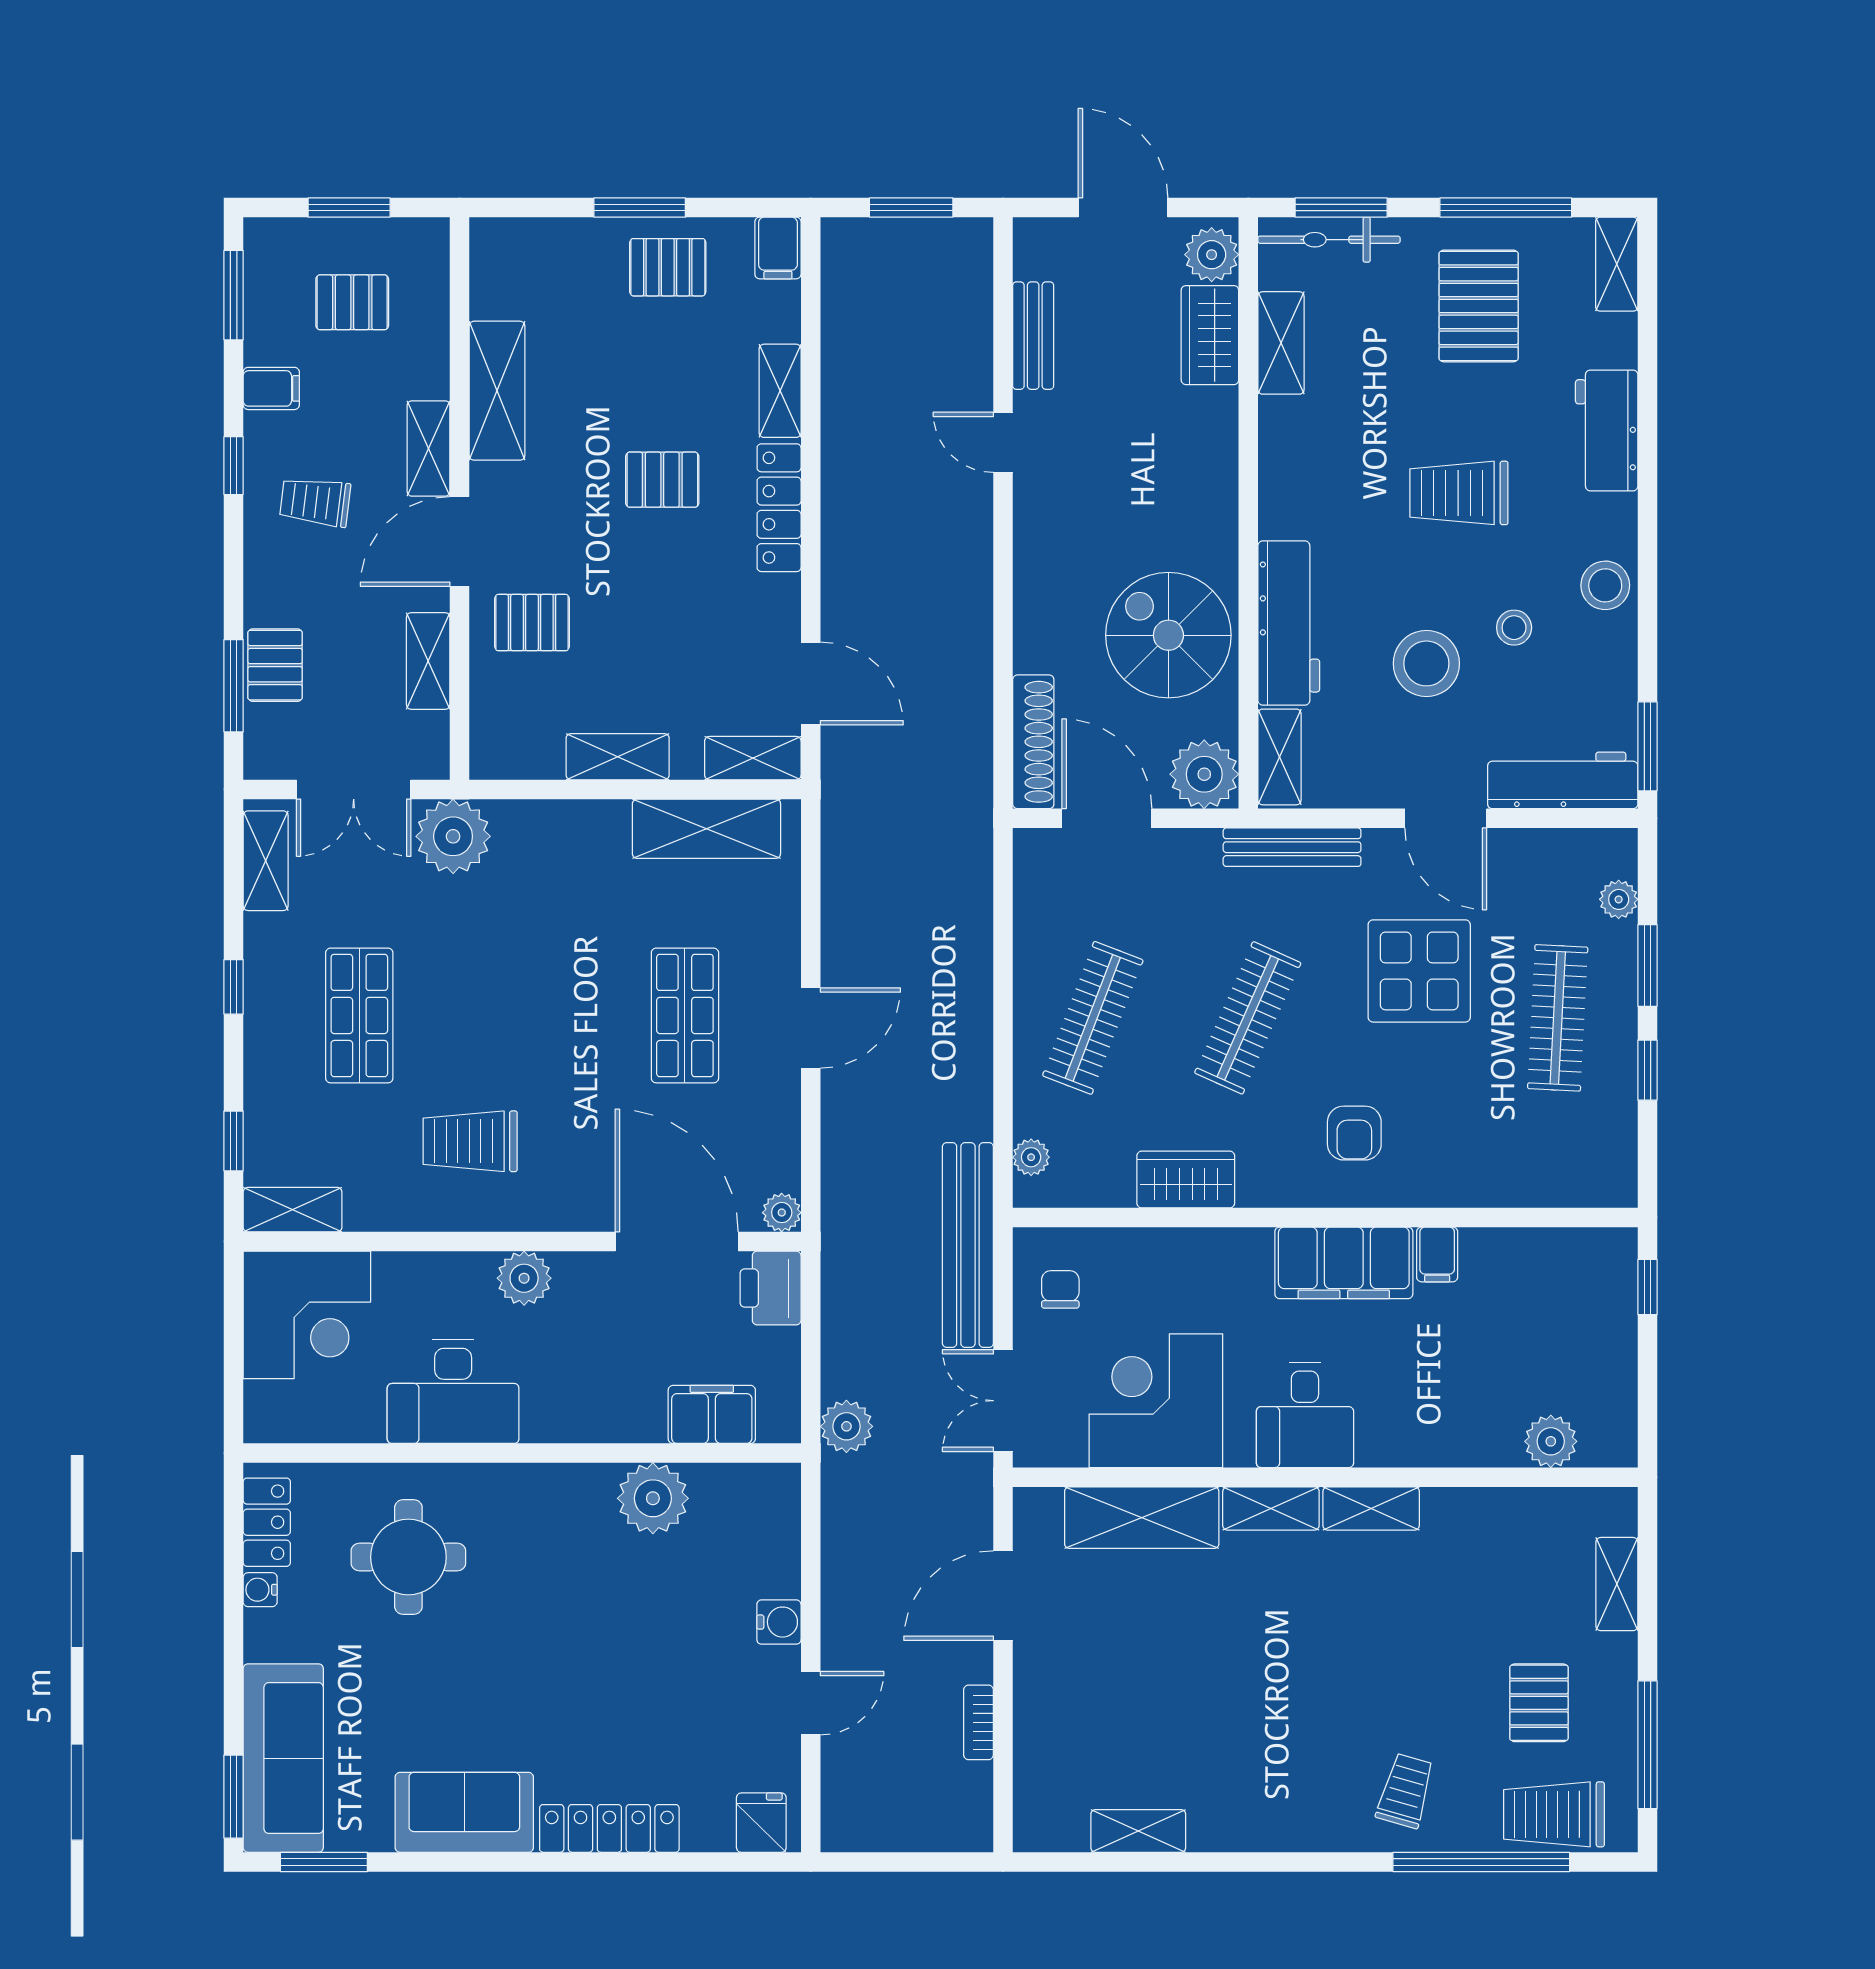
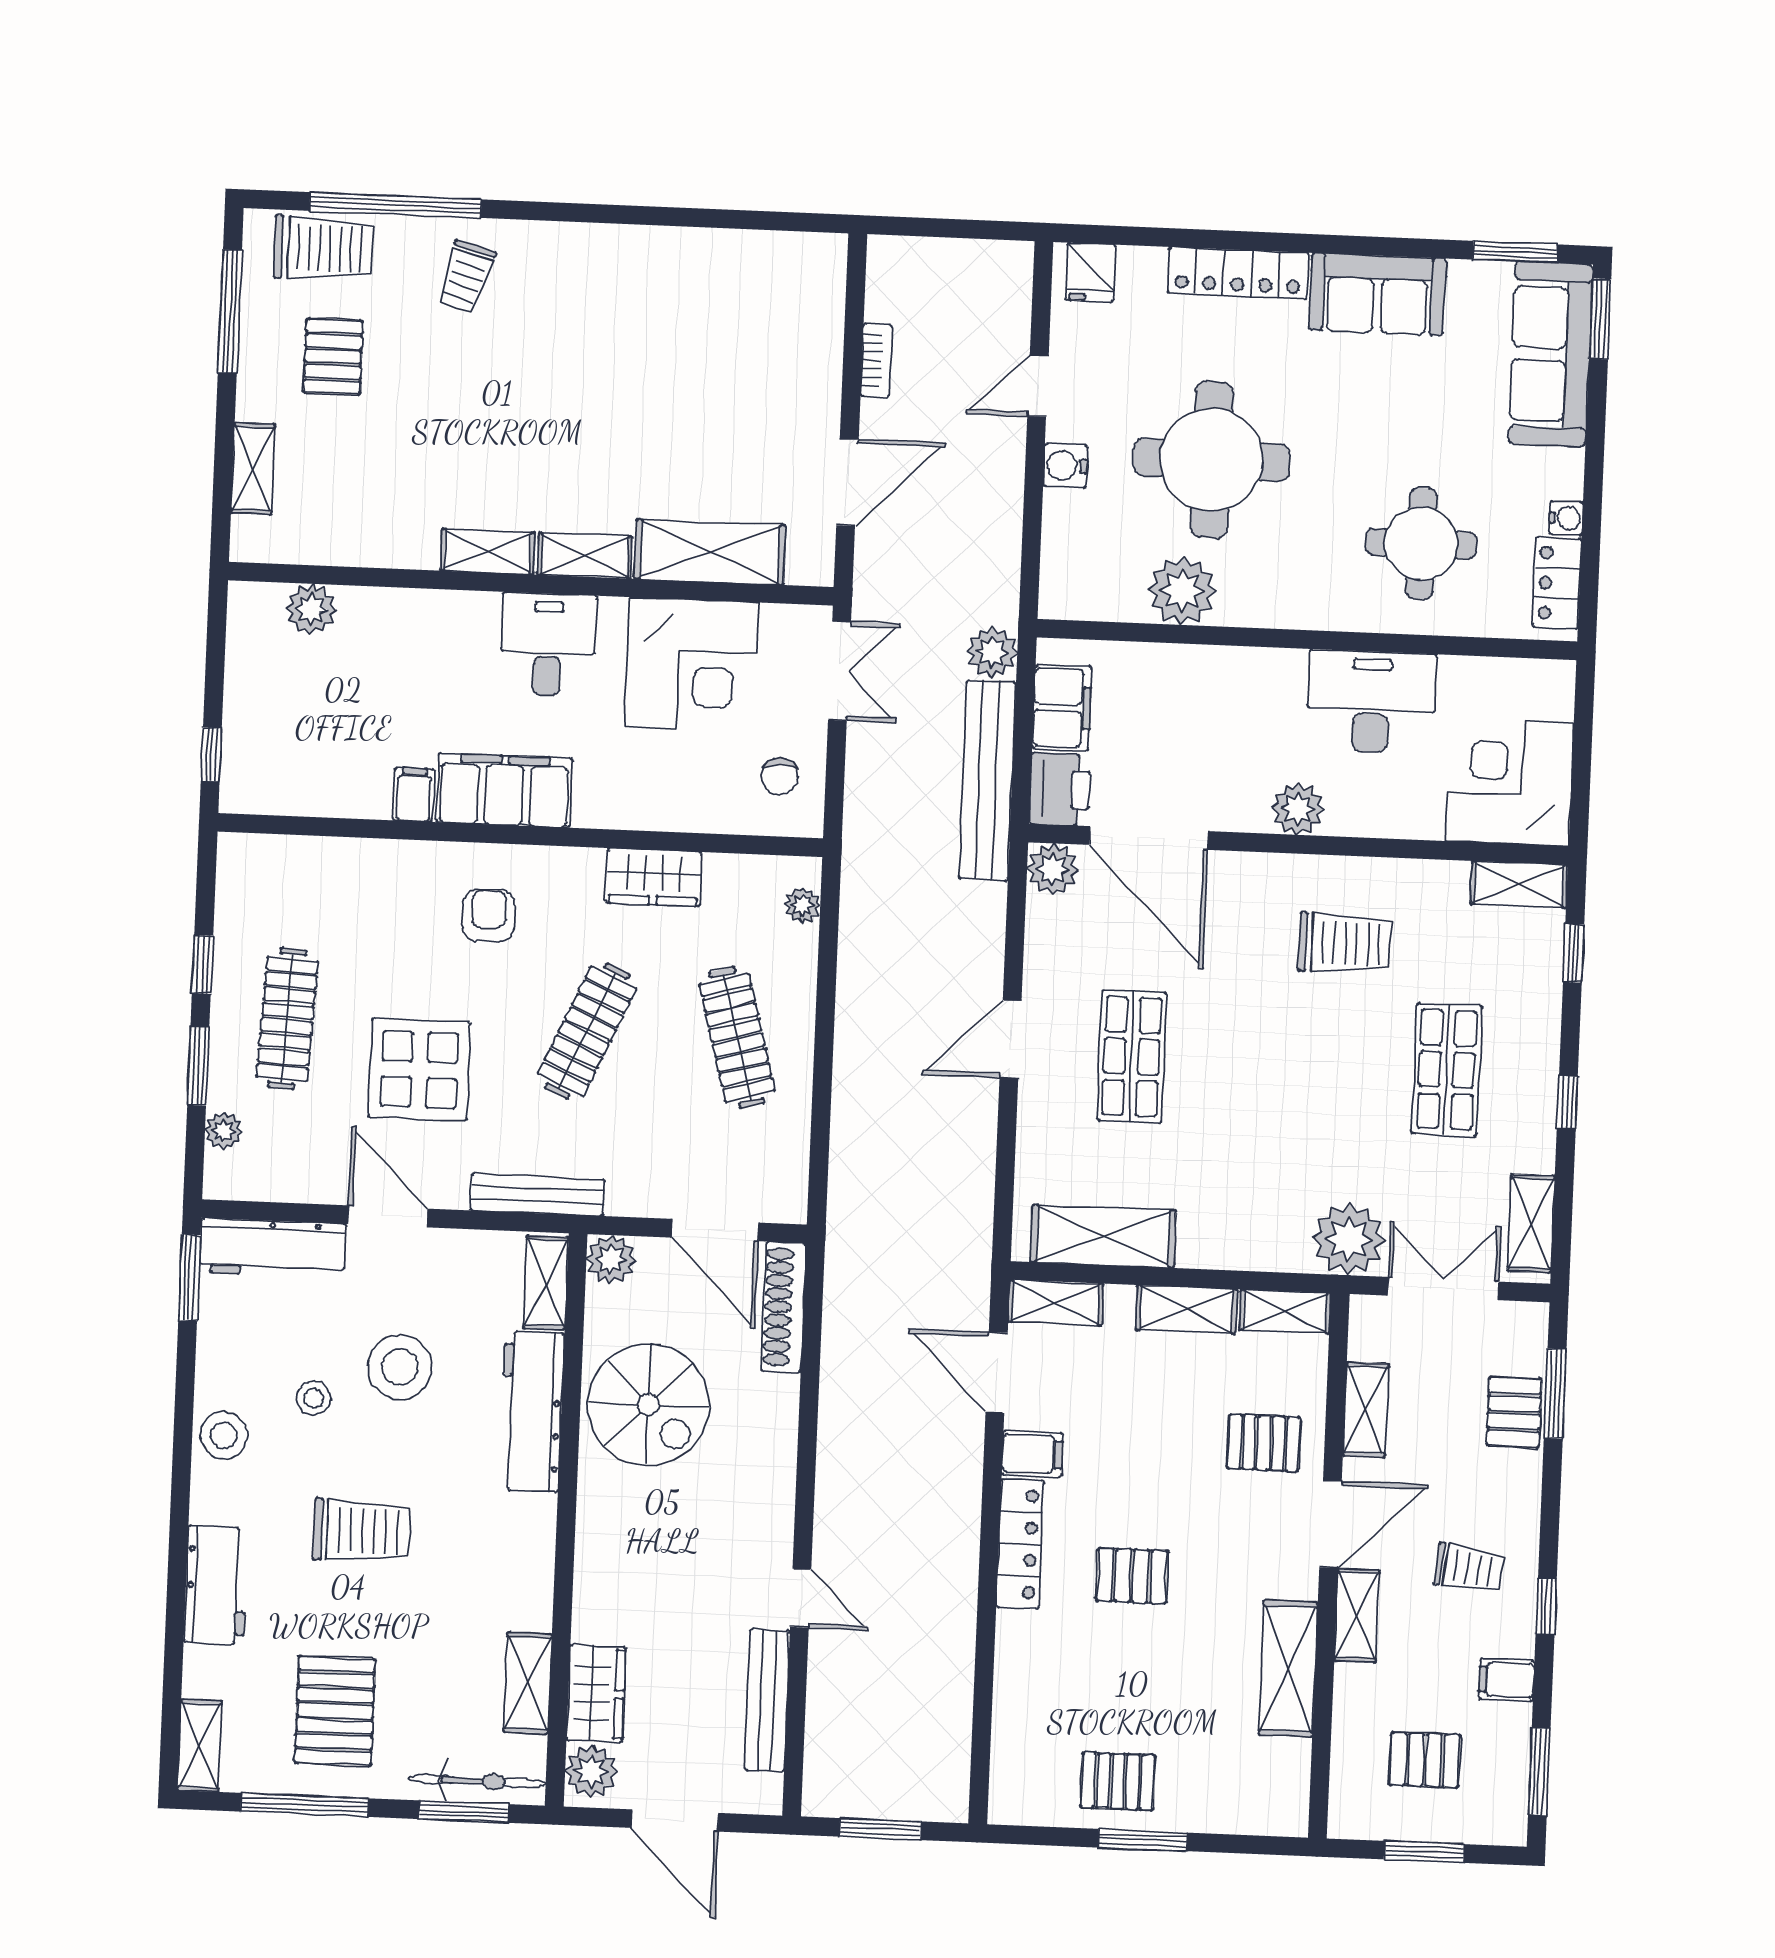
filing cabinet: (778, 248) -> (1032, 1454), moved, turned 90
bench: (1033, 336) -> (767, 1700), width x1.36
shelving: (780, 391) -> (1285, 1312), moved, turned 90
plant: (1204, 774) -> (611, 1260), width x0.73, depth x0.73
clothes rail: (1093, 1018) -> (737, 1038), turned -36
plant: (782, 1213) -> (1053, 869), width x1.38, depth x1.38
bench: (968, 1245) -> (987, 781), moved
filing cabinet: (712, 1414) -> (1062, 708), moved, turned -90
round table: (628, 1634) -> (1212, 460), added
shelving: (1138, 1831) -> (726, 249), removed

